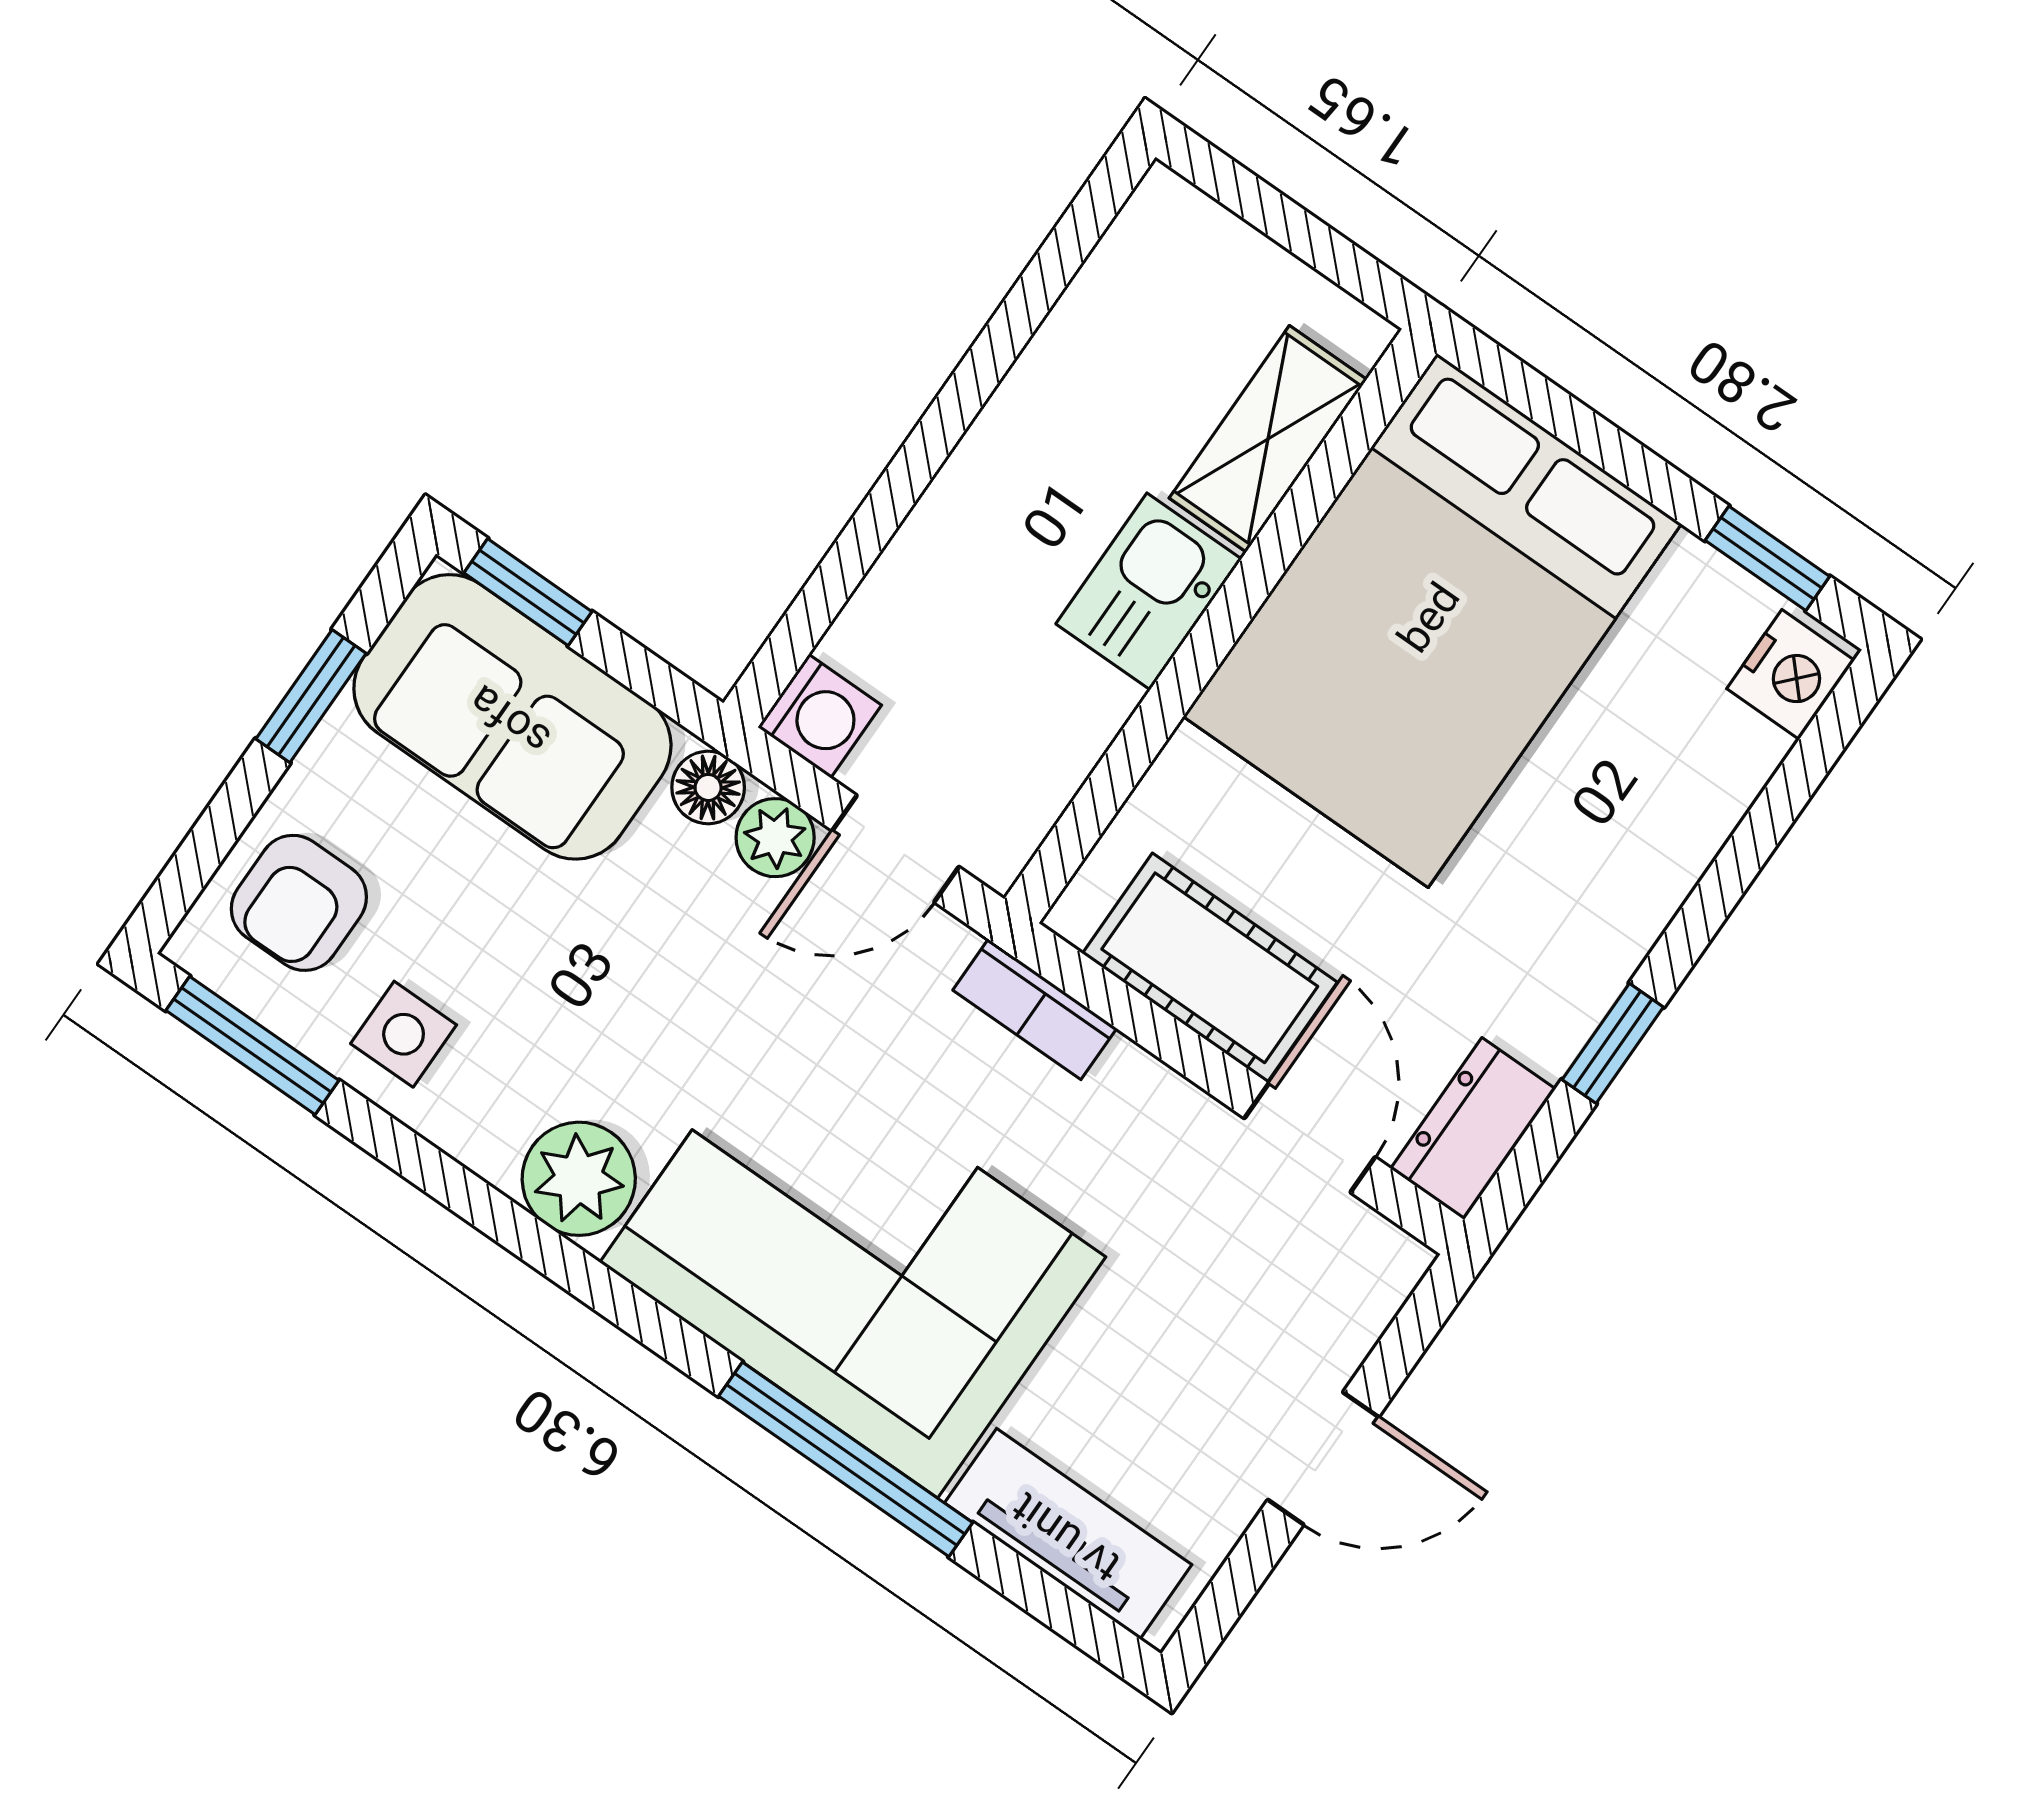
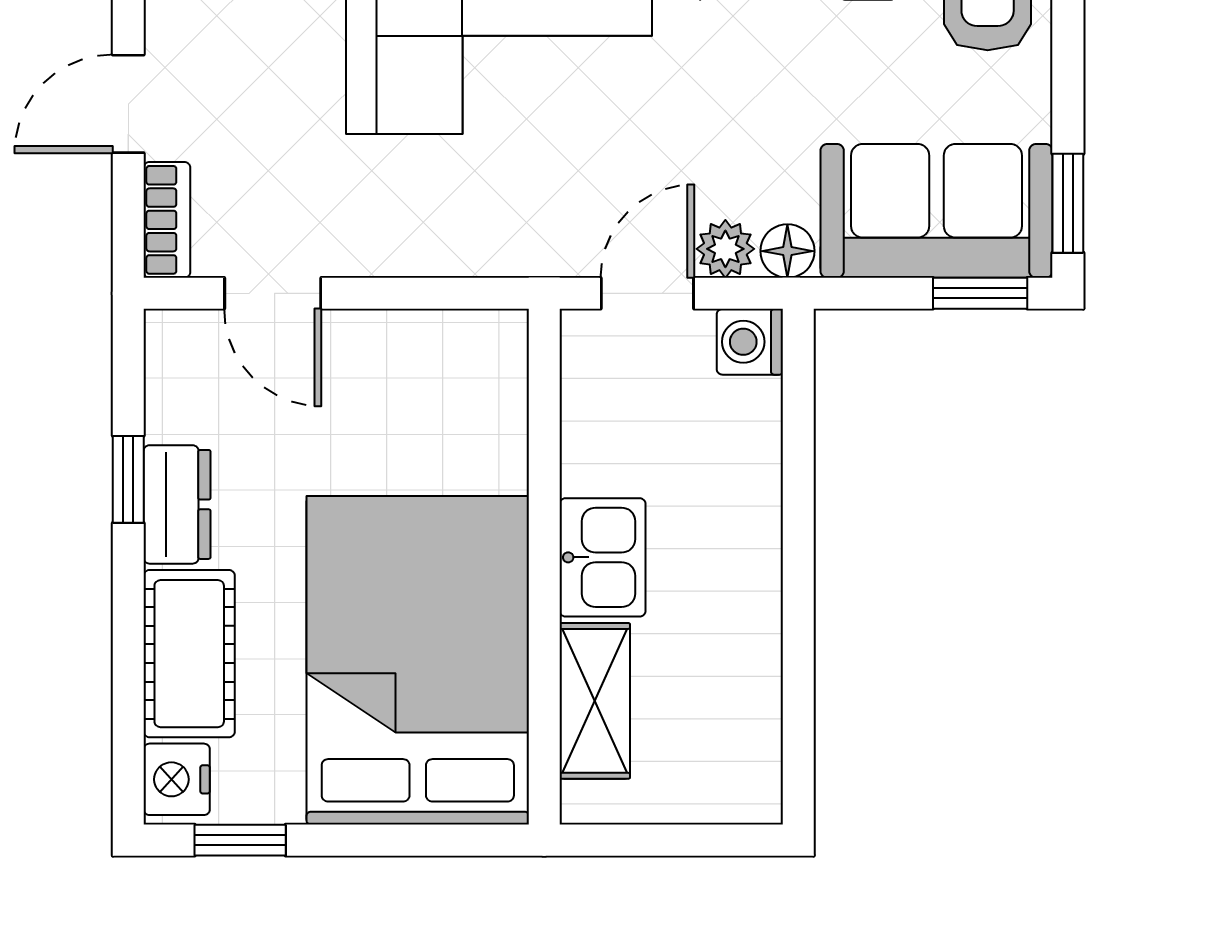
window: (311, 696) -> (1068, 203), moved
cot: (1210, 968) -> (189, 654), moved, turned 90
bookcase: (1035, 1009) -> (167, 220), moved, turned 90
dresser: (1473, 1129) -> (177, 504), moved

